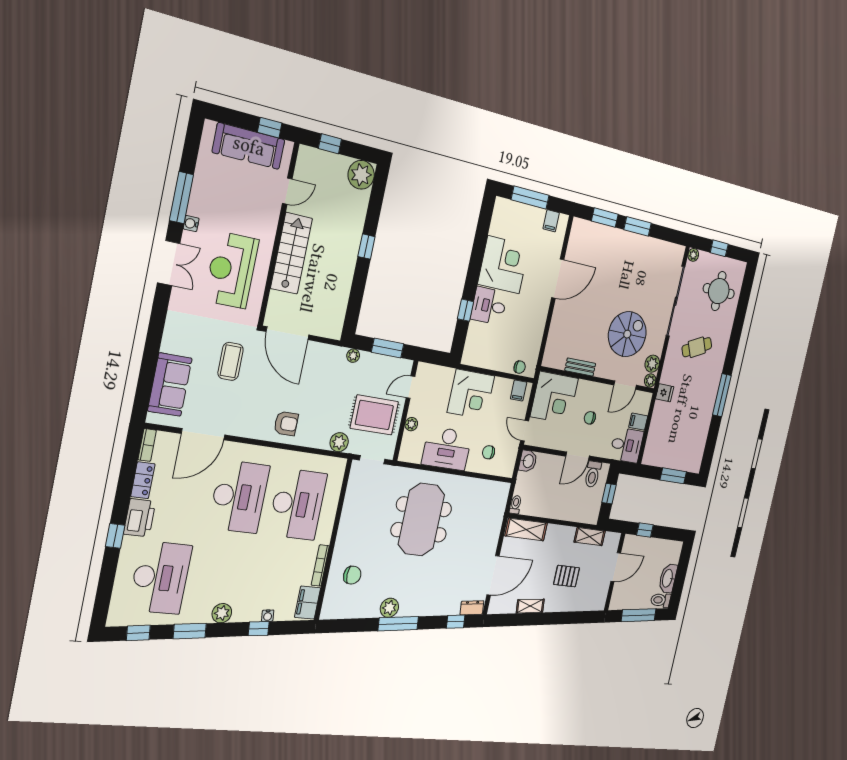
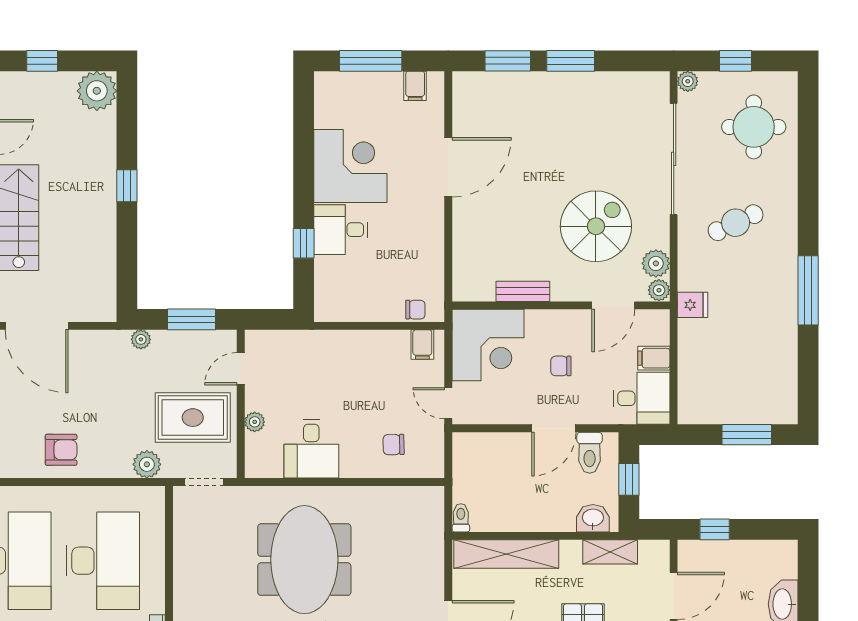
corner desk: (471, 394) -> (342, 363), removed
desk: (447, 448) -> (311, 449), width x0.73
washbasin: (528, 461) -> (593, 518), moved, turned -90
shelving: (526, 530) -> (506, 554), width x1.47

